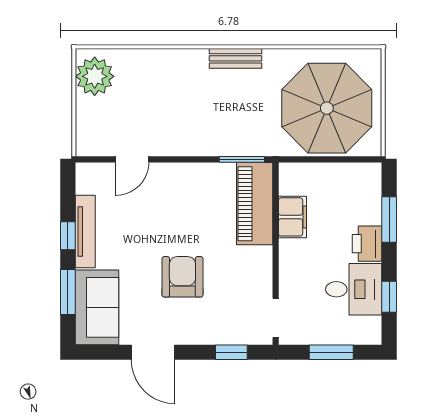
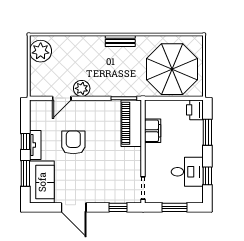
plant: (167, 142) -> (82, 88), added
tv unit: (85, 232) -> (35, 145), width x0.71
printer: (367, 244) -> (195, 110), moved
armchair: (182, 277) -> (73, 142), moved

